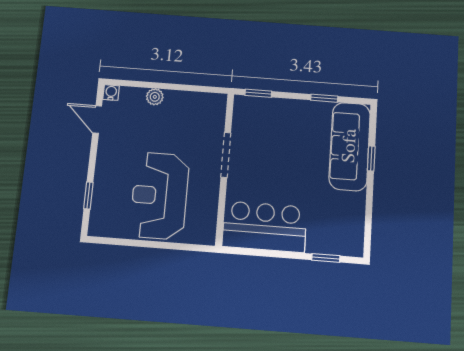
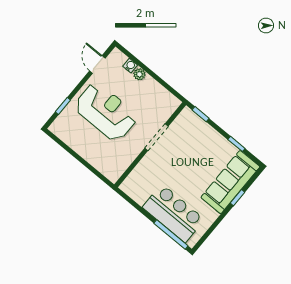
water cooler: (111, 93) -> (130, 66), moved
reception desk: (160, 196) -> (106, 112), moved, turned 90
bar counter: (265, 227) -> (173, 213), moved
window: (326, 258) -> (171, 235), width x2.17

